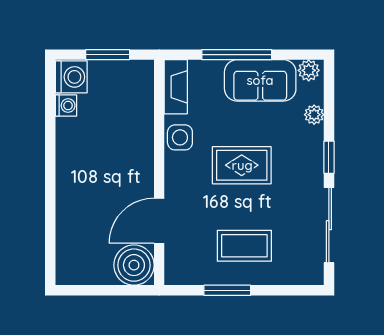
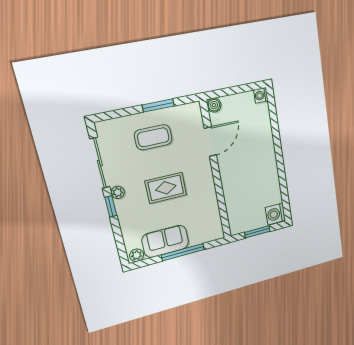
fireplace: (176, 87) -> (215, 224), removed
washing machine: (66, 106) -> (261, 95), moved
plant: (314, 115) -> (118, 192), moved
side table: (180, 137) -> (207, 195), removed
boiler: (134, 265) -> (214, 105), width x0.54, depth x0.54

